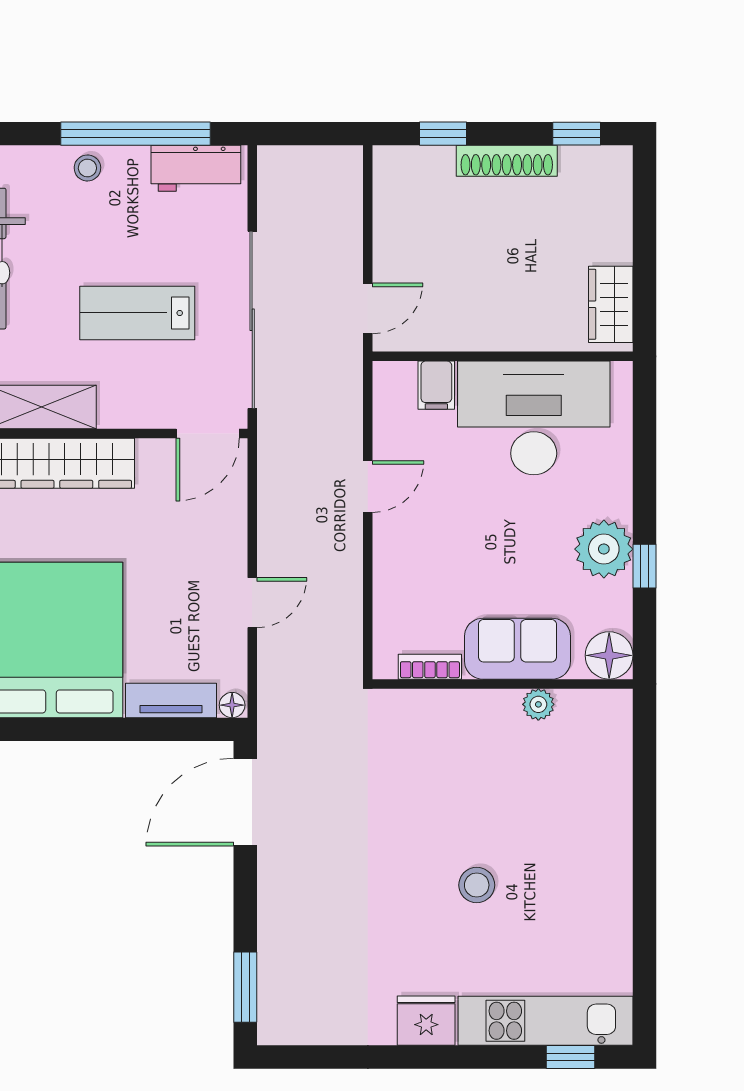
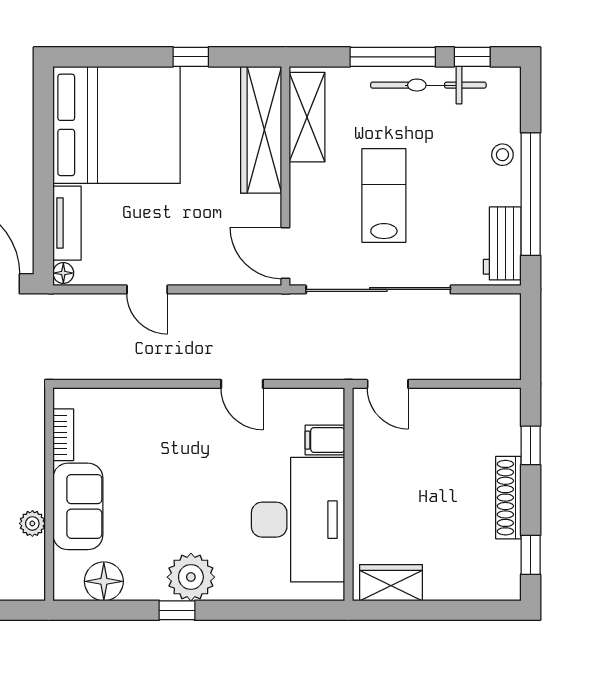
sofa: (517, 649) -> (78, 506), moved
bookcase: (430, 667) -> (63, 435), moved
wall: (503, 684) -> (49, 494), moved
plant: (538, 704) -> (32, 523), moved

